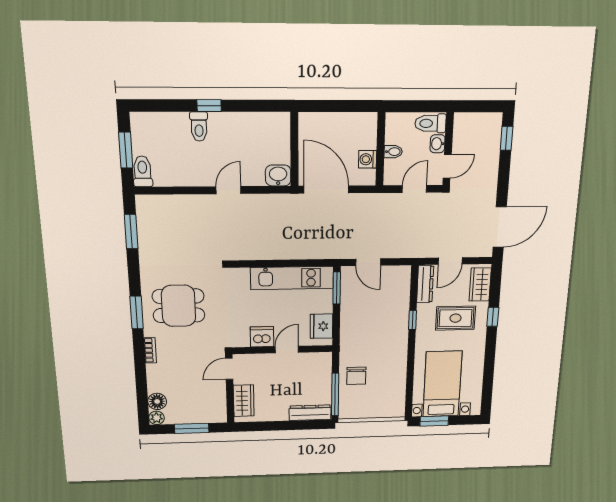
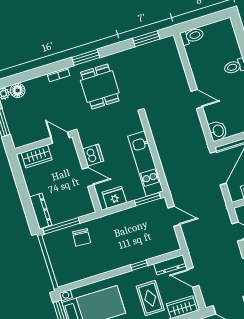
window: (126, 150) -> (203, 21), removed
door: (368, 262) -> (174, 216), swing flipped
chair: (356, 376) -> (82, 237), turned -86

